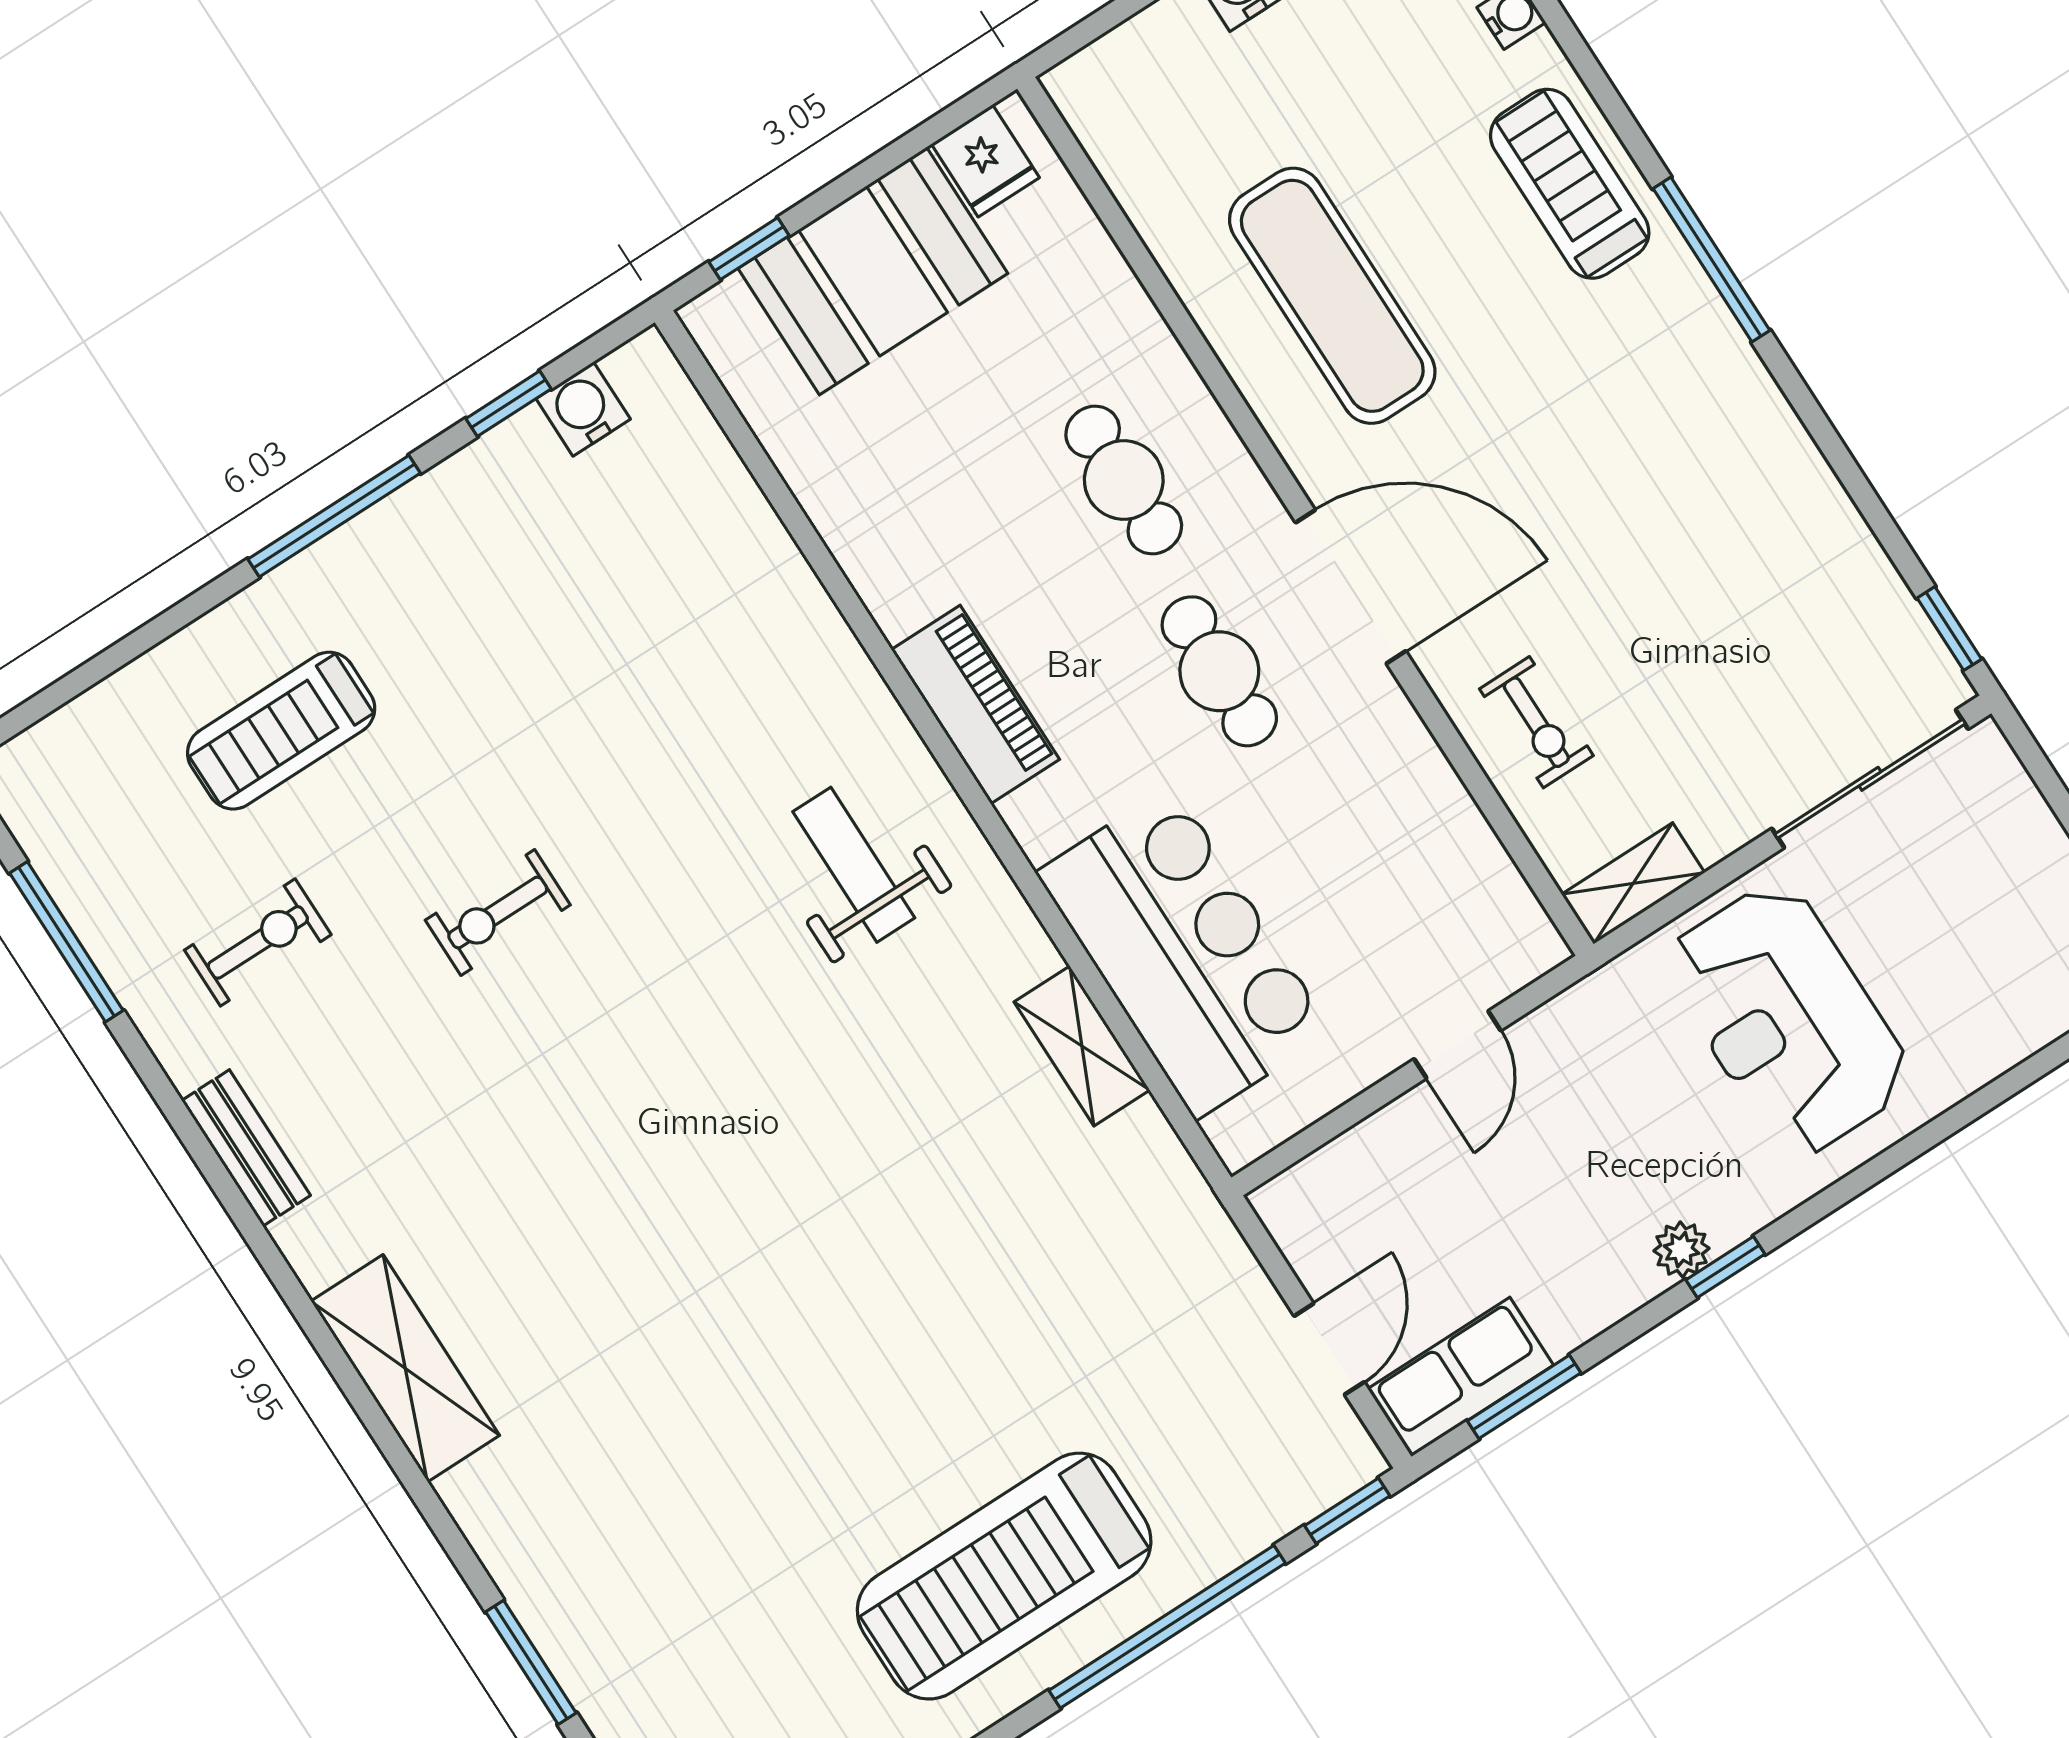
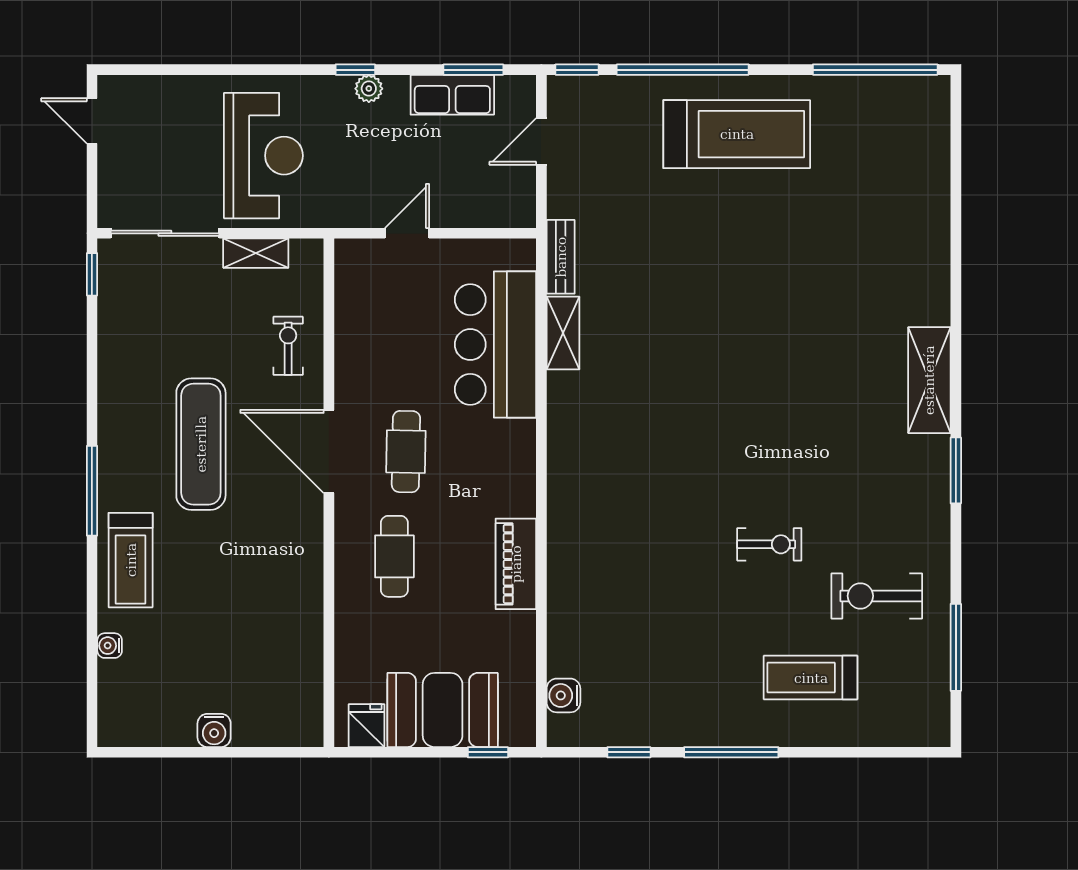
exercise mat: (1332, 296) -> (201, 444), moved
water cooler: (583, 409) -> (563, 695), moved, turned 90
piano: (975, 705) -> (516, 564), moved
treadmill: (281, 731) -> (811, 678), turned 180
weight bench: (854, 865) -> (609, 469), removed
shelving: (1633, 883) -> (256, 253), moved
exercise bike: (258, 942) -> (877, 596), width x1.38, depth x1.39
bench: (246, 1148) -> (561, 257), moved
row of seats: (1461, 1377) -> (452, 95), moved
window: (531, 1662) -> (956, 470), moved

